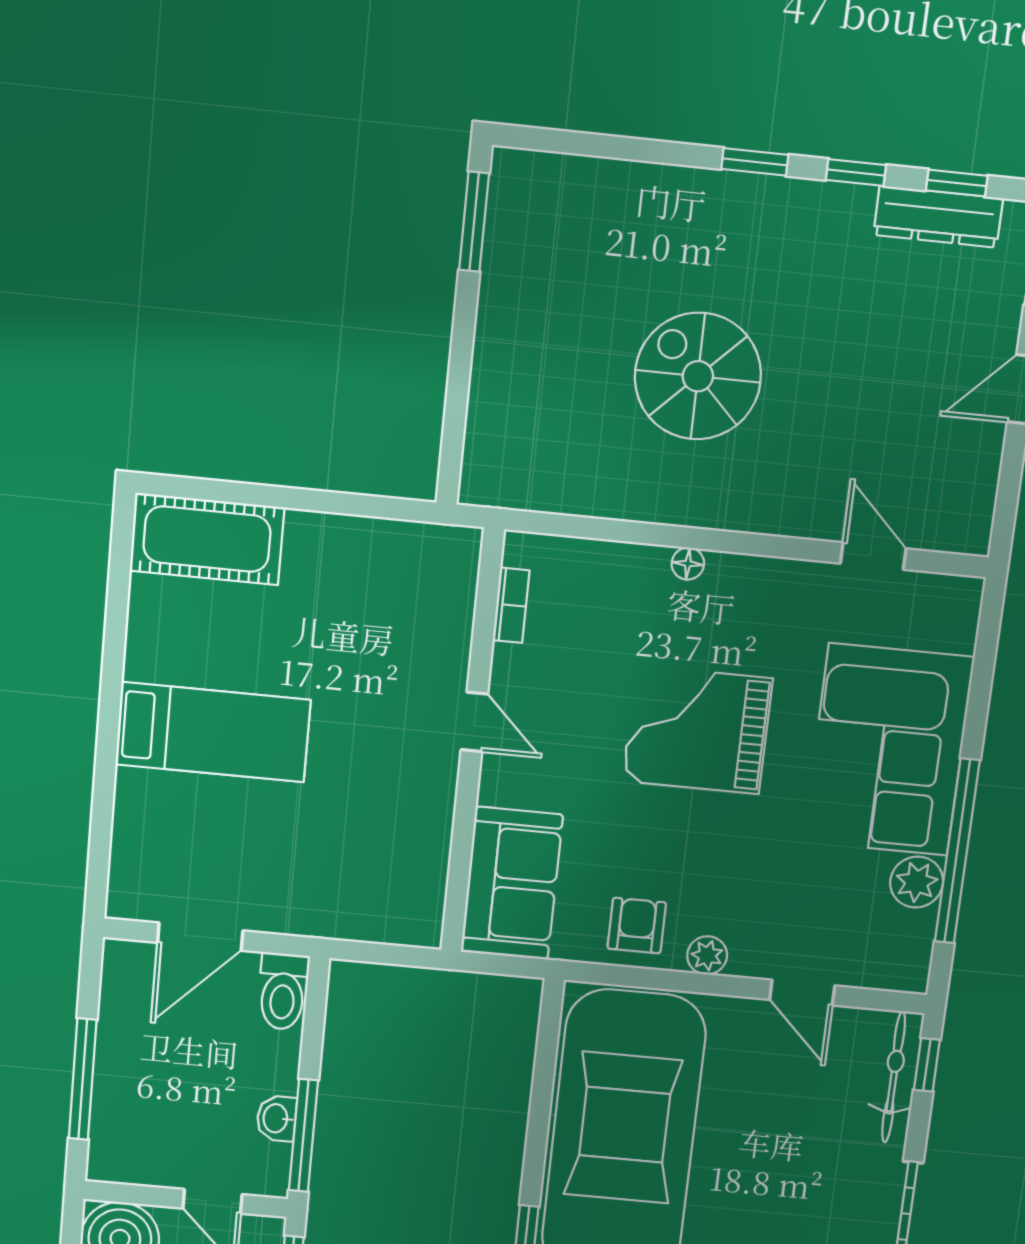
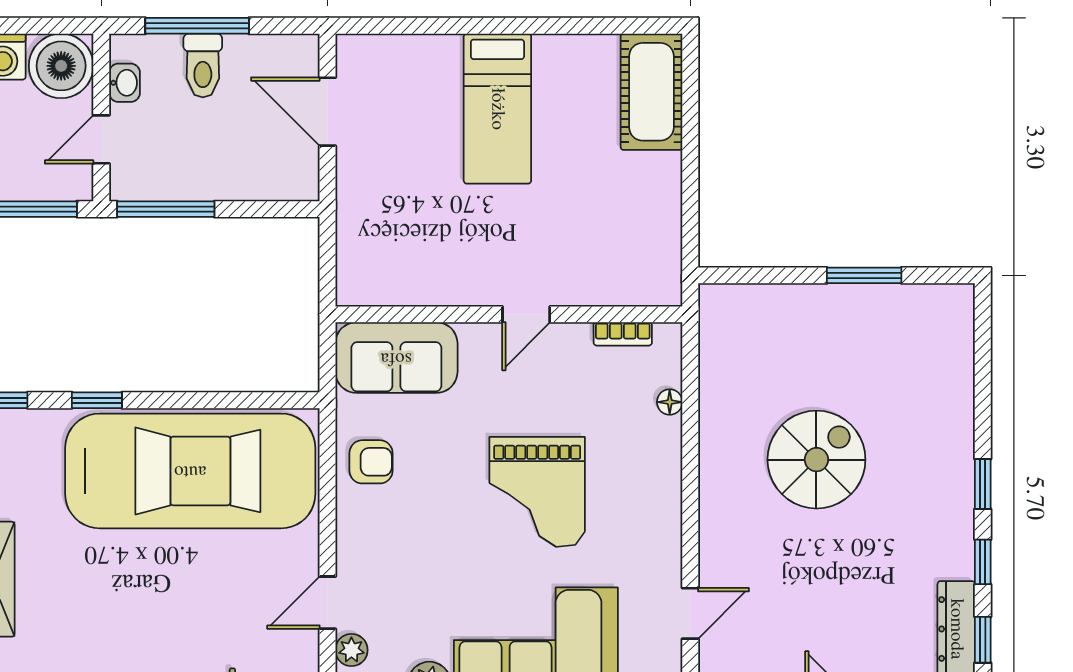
window: (474, 222) -> (864, 275), moved
floor lamp: (688, 564) -> (670, 402), moved
grand piano: (697, 730) -> (537, 492), turned 180
plant: (707, 955) -> (351, 650), moved
toilet: (283, 991) -> (203, 66), moved, turned -90
washbasin: (276, 1118) -> (125, 83), moved, turned 90

